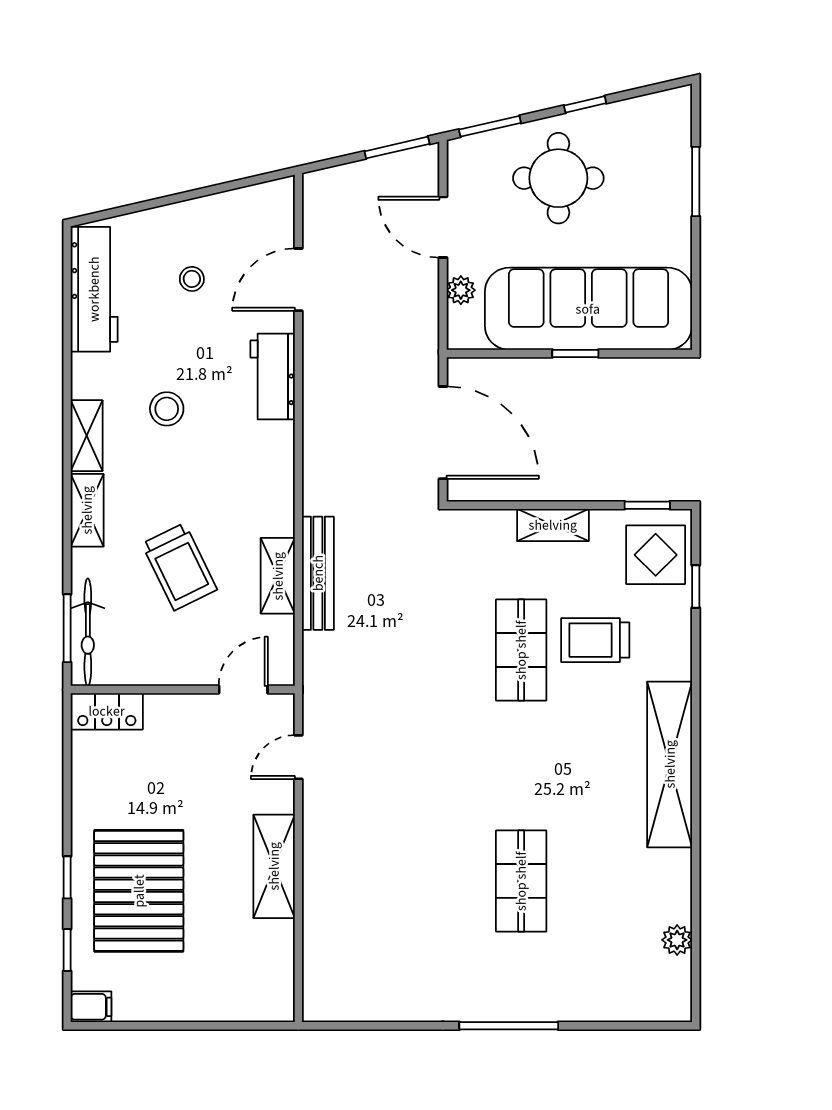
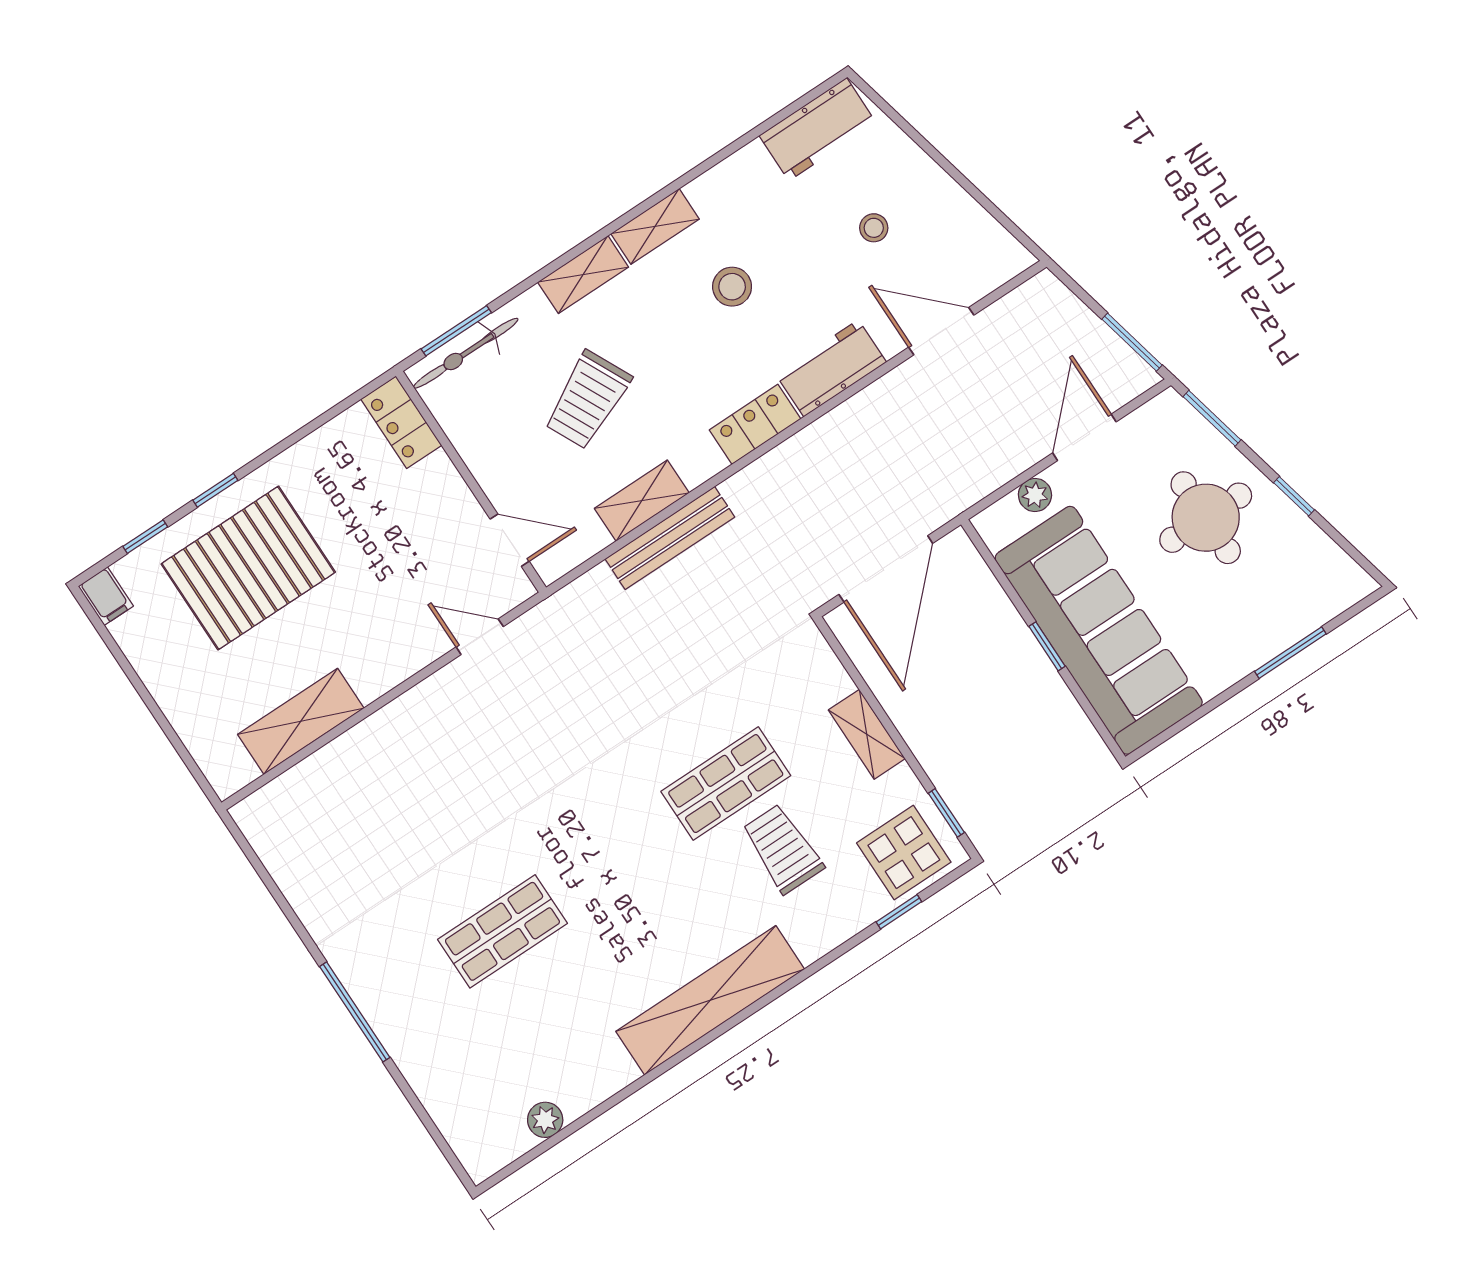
workbench: (94, 289) -> (818, 129), width x0.73
locker: (277, 458) -> (755, 424), added
shelving: (274, 866) -> (301, 721), moved

